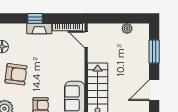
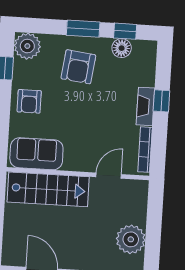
plant: (127, 28) -> (131, 239), width x1.87, depth x1.87
door: (86, 40) -> (109, 176), moved

